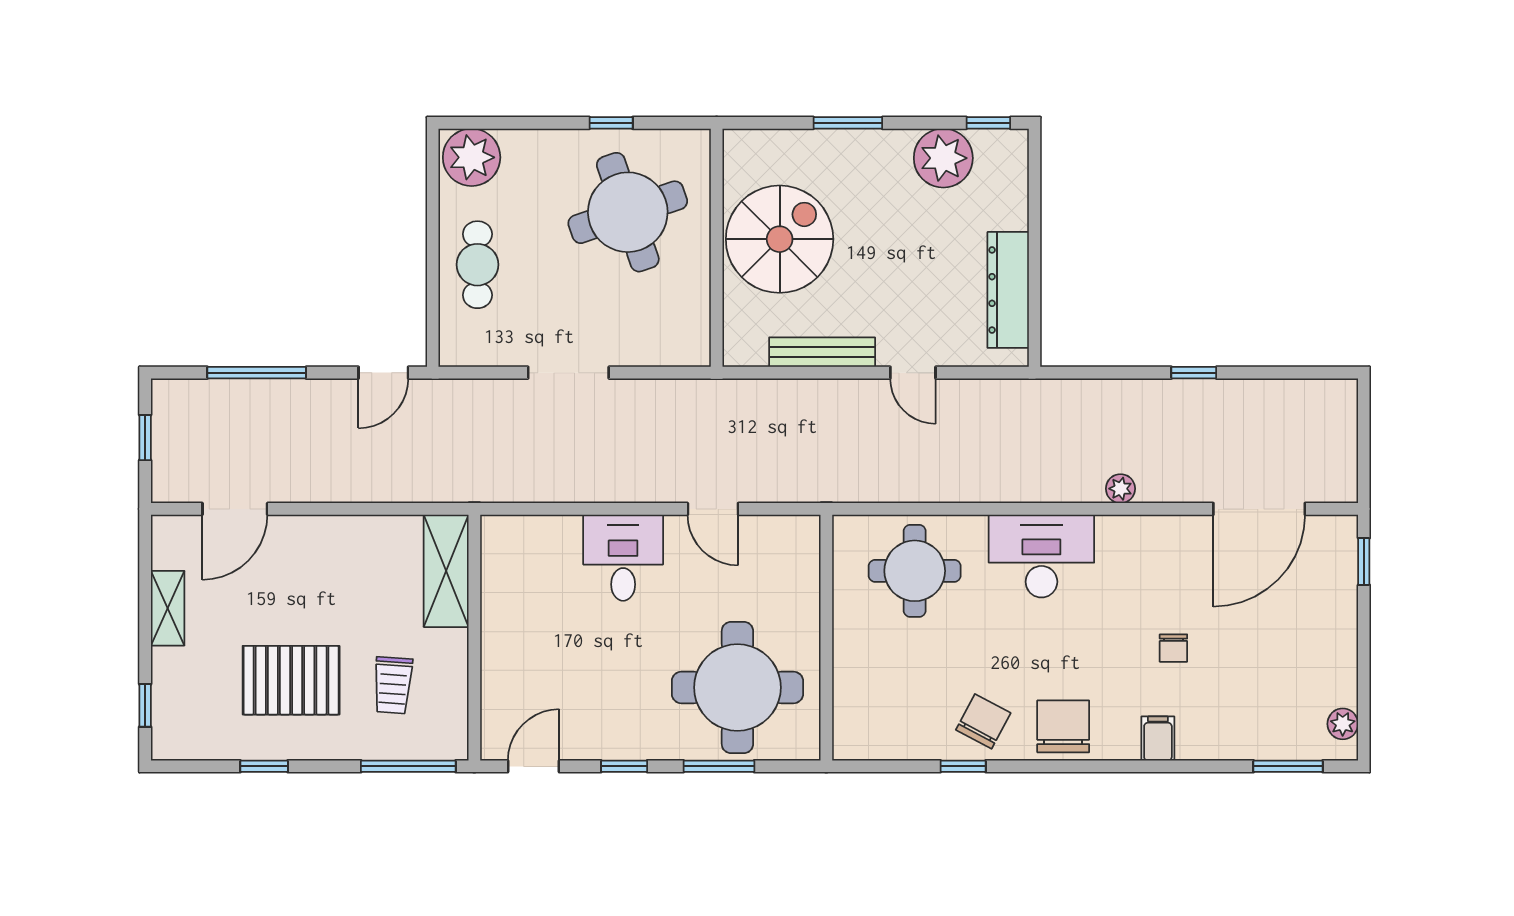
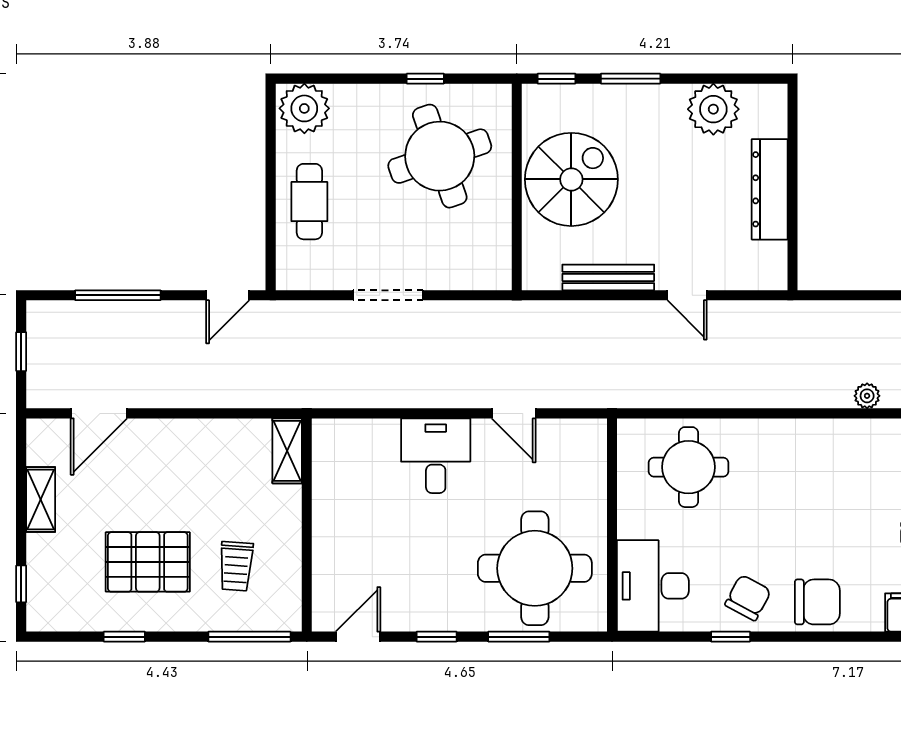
window: (988, 123) -> (557, 79), moved
dresser: (1008, 290) -> (770, 189), moved
desk: (1041, 556) -> (653, 586), moved, turned -90
shelving: (446, 571) -> (287, 451), width x0.67, depth x0.75
chair: (1063, 726) -> (817, 602), turned 90

